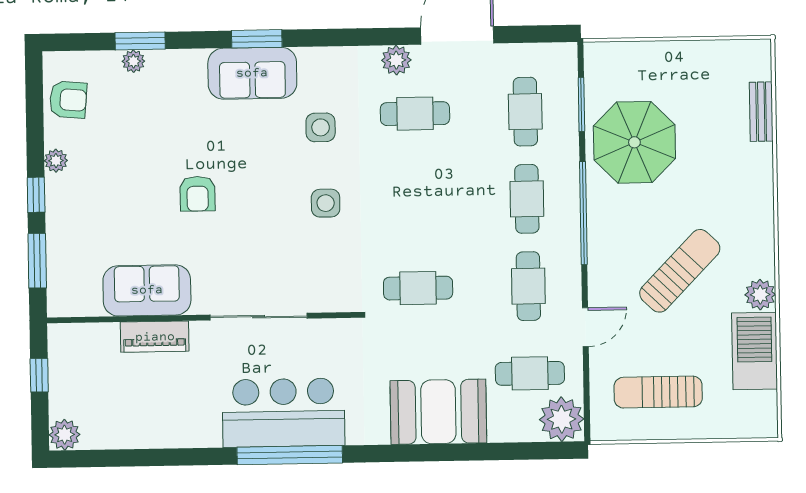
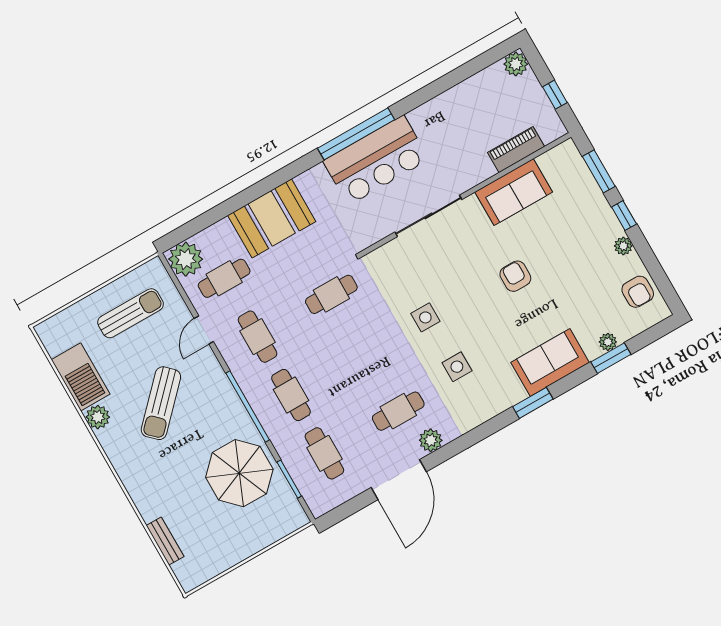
sofa: (252, 73) -> (550, 362), moved
armchair: (68, 100) -> (638, 292), turned -95
piano: (155, 337) -> (516, 150), moved

